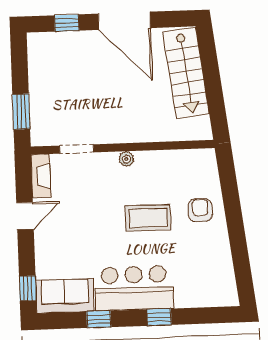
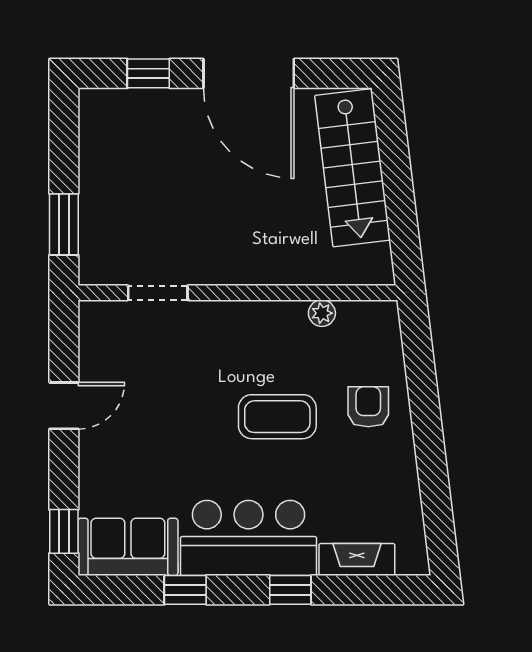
plant: (126, 159) -> (322, 313), moved
fireplace: (41, 176) -> (357, 560), moved, turned -90

